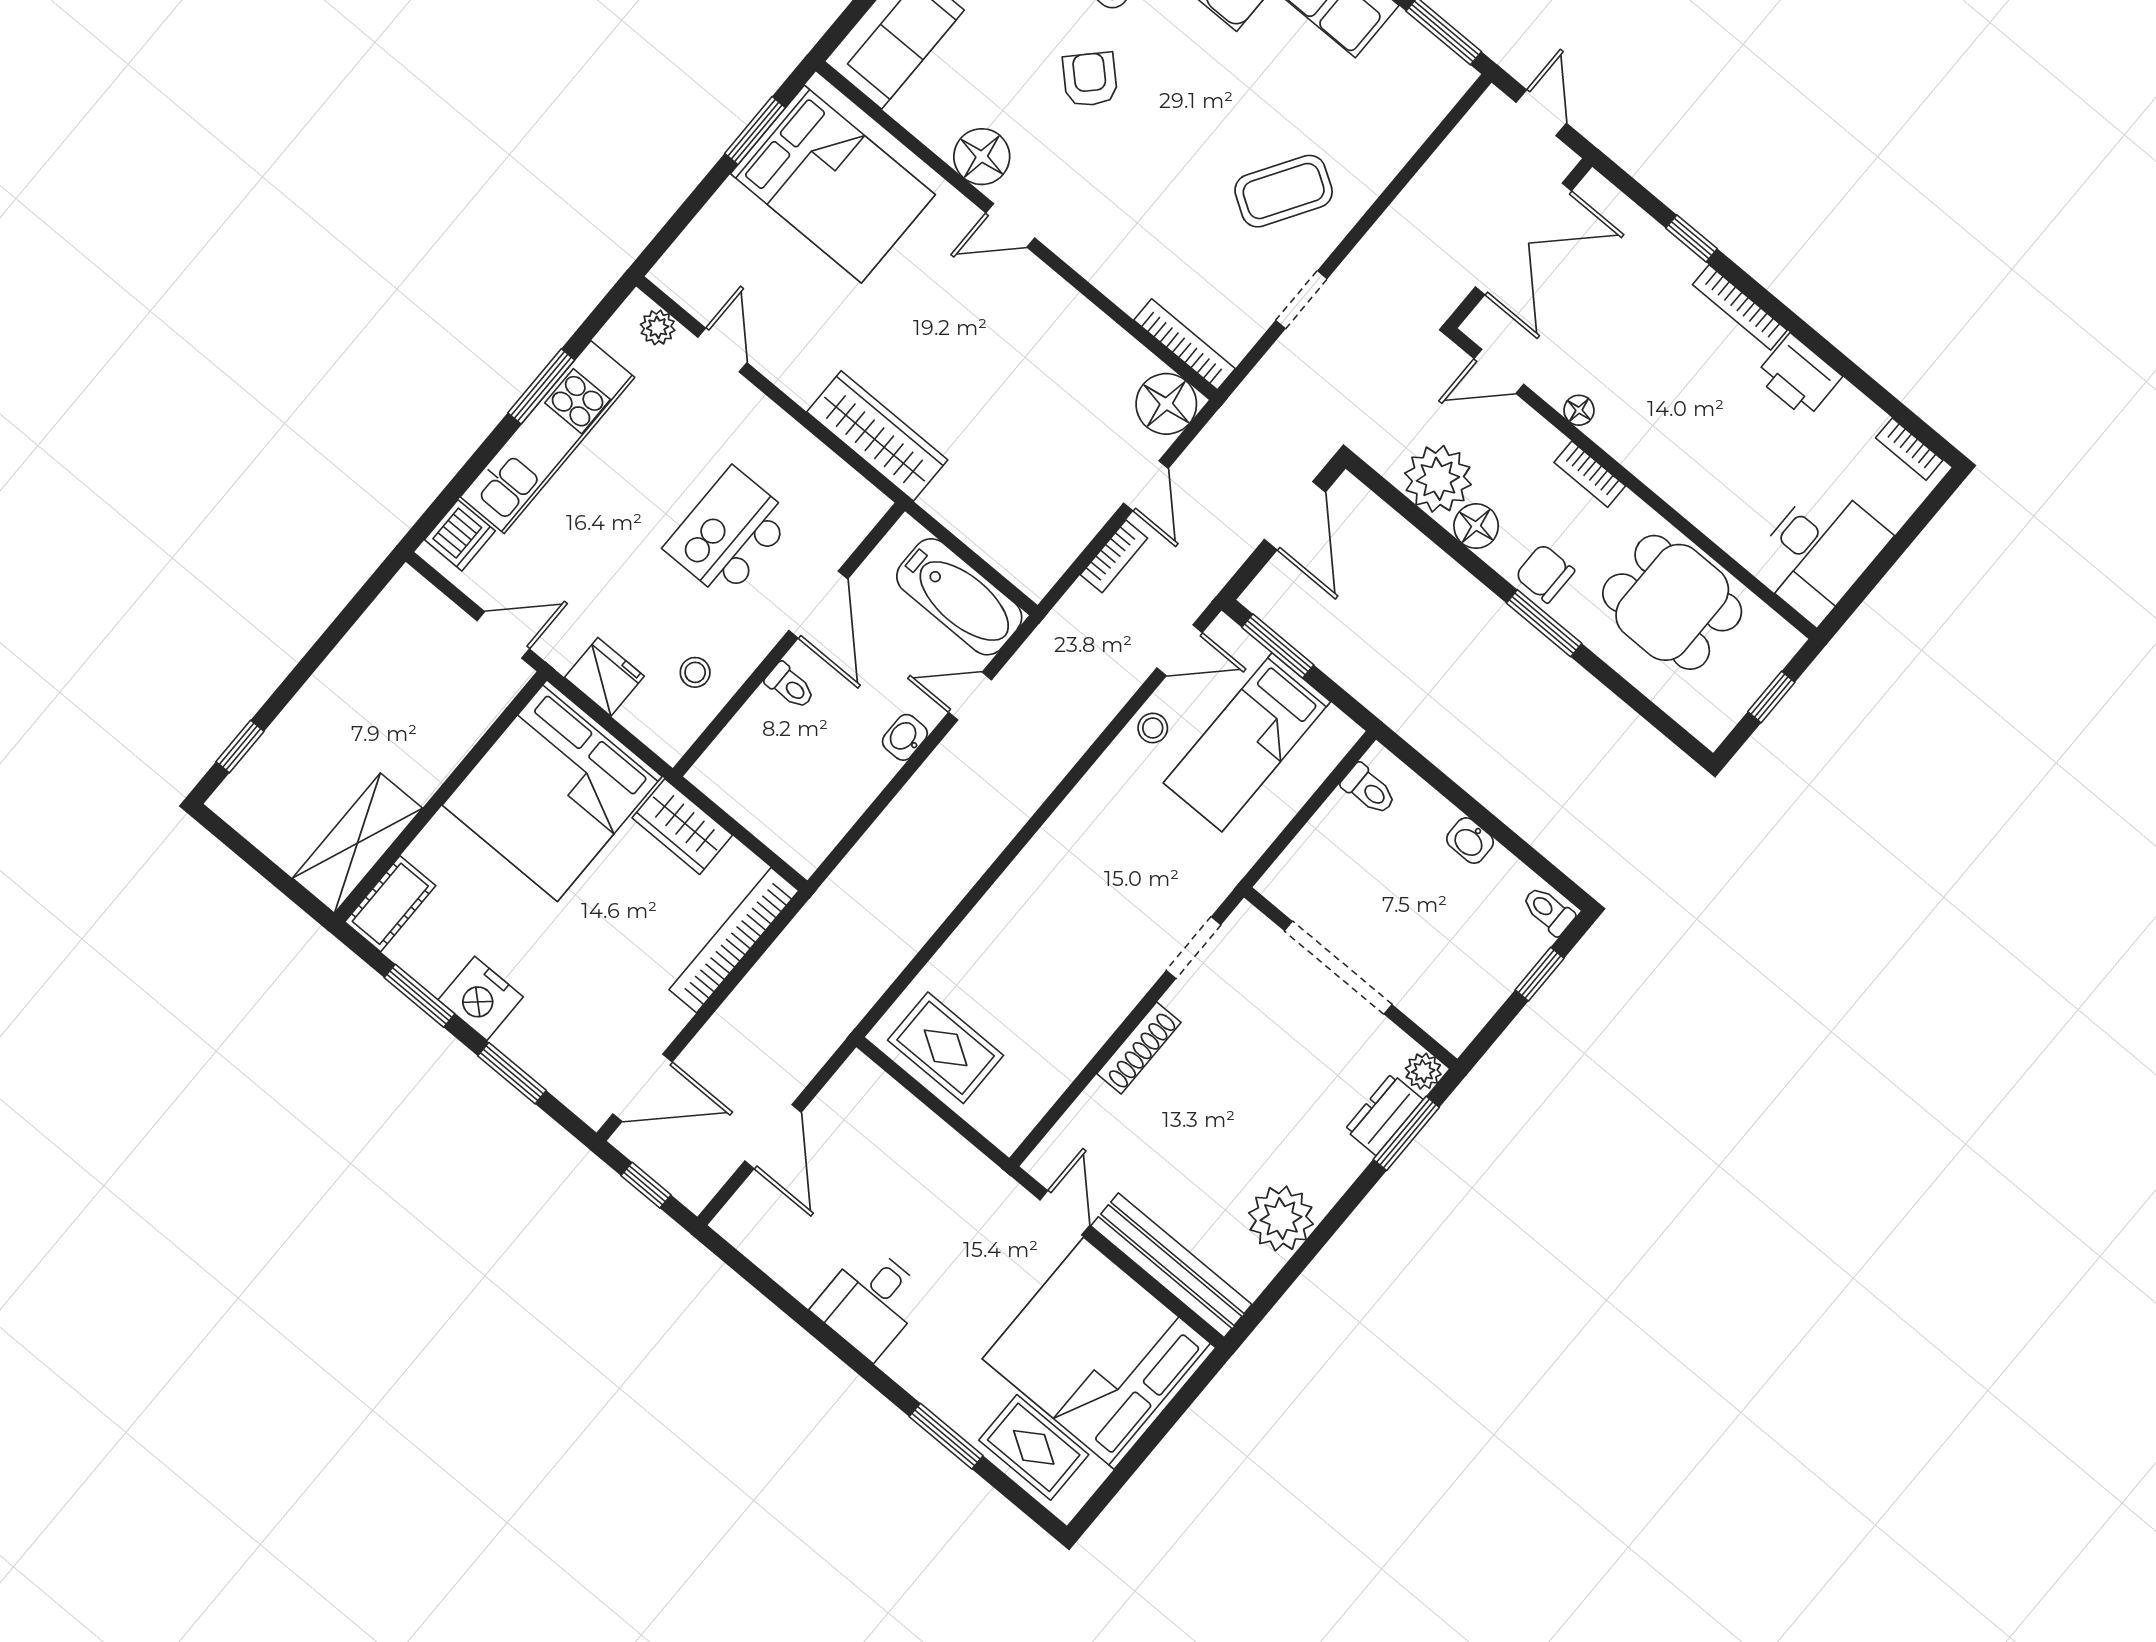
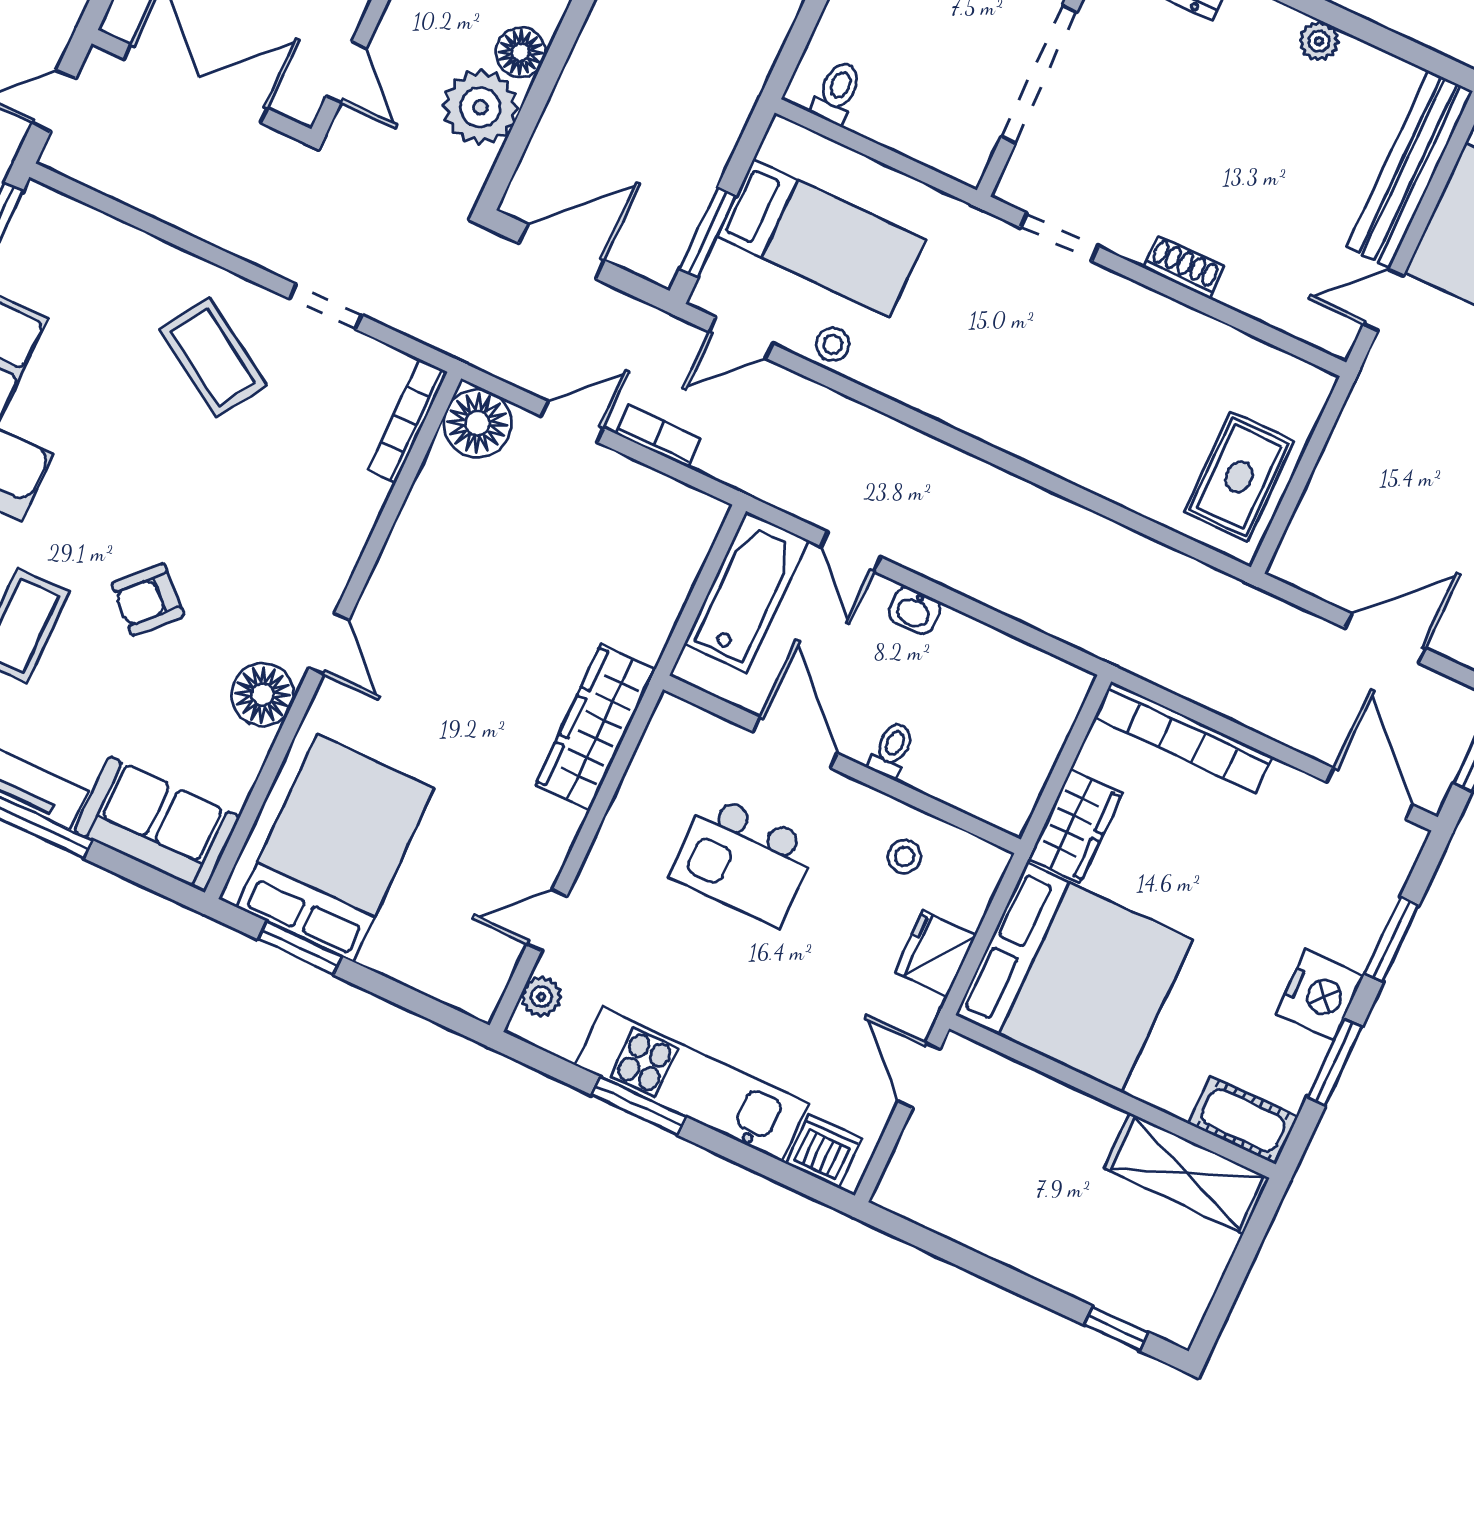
door: (818, 605) -> (795, 743), hinge flipped
door: (1180, 650) -> (741, 338), swing flipped
shoe rack: (1139, 1048) -> (1183, 267), width x0.70
plant: (1281, 1218) -> (1319, 41), width x0.53, depth x0.53

